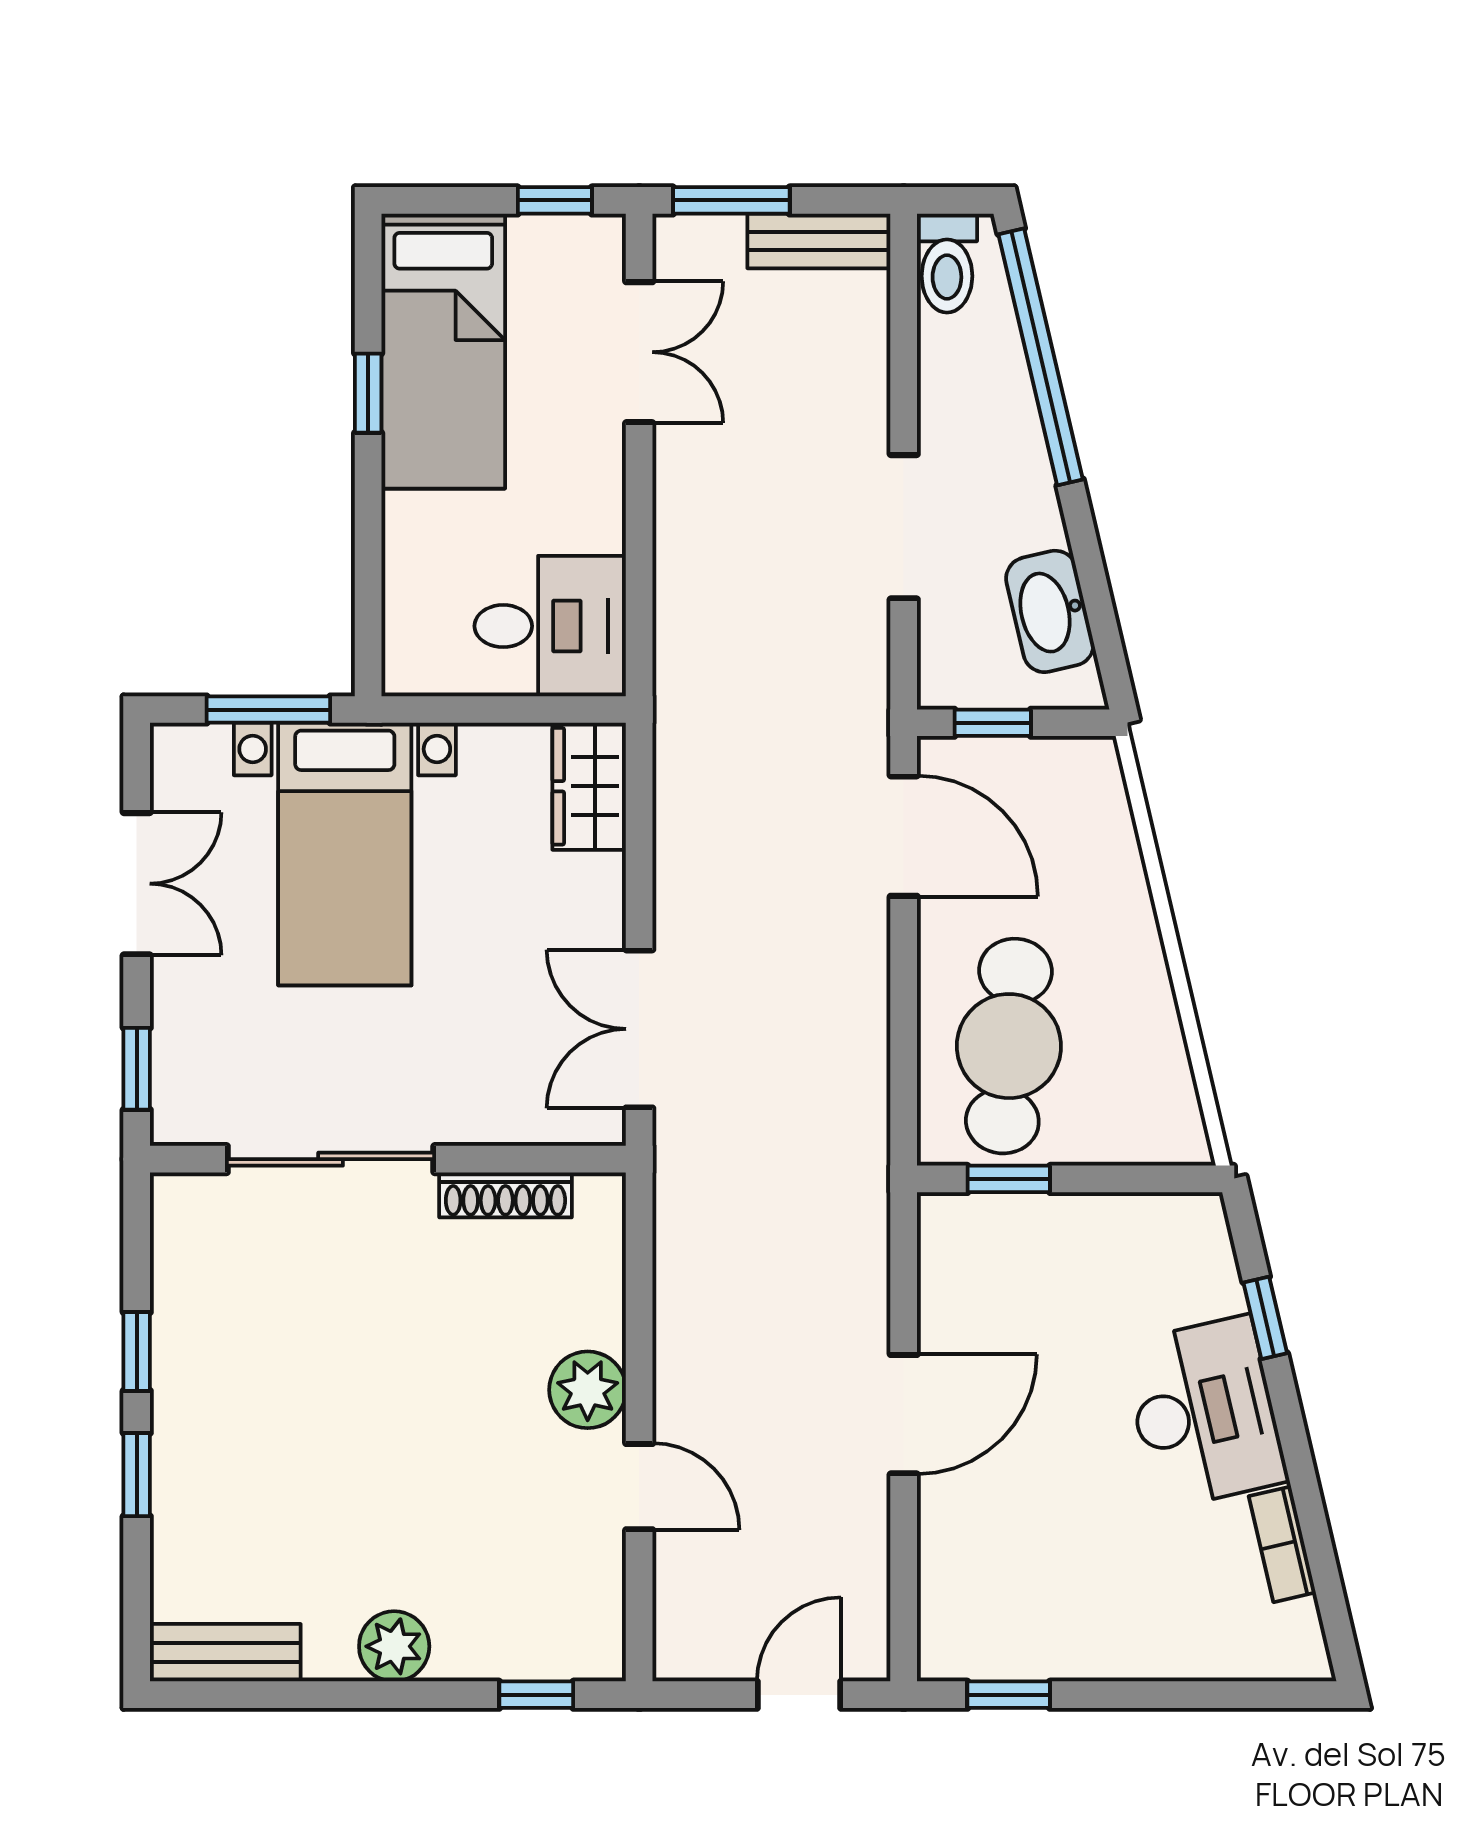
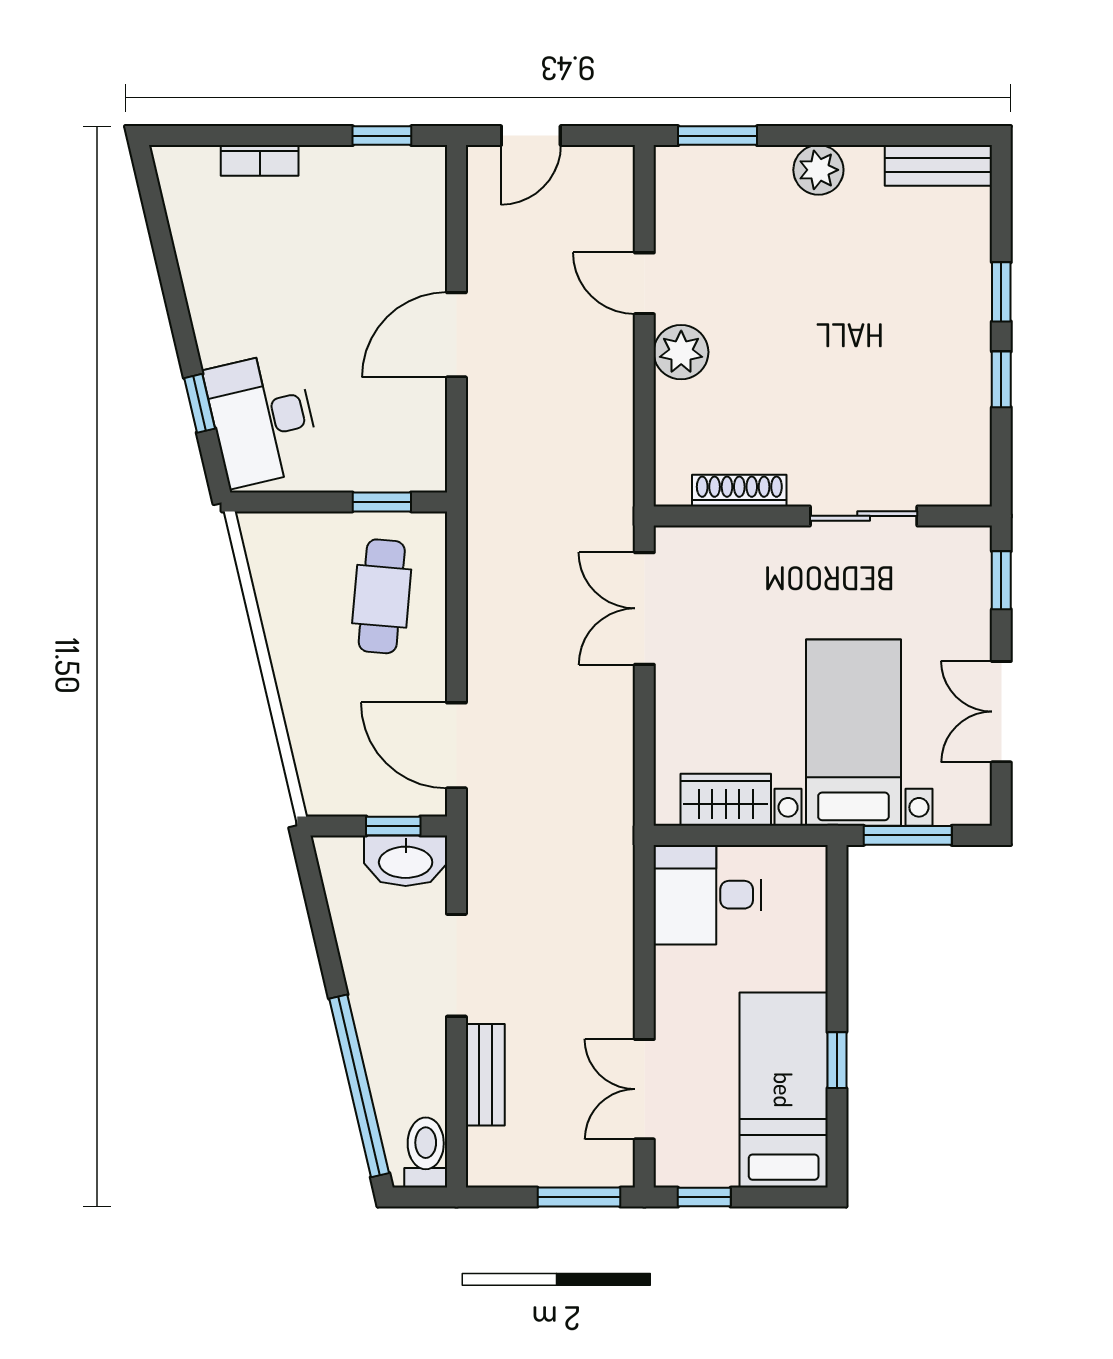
bench: (819, 241) -> (485, 1075), moved, turned 90
washbasin: (1050, 611) -> (406, 861), moved, turned 103
wardrobe: (589, 786) -> (726, 800), moved, turned -90
double door: (639, 1029) -> (644, 608), swing flipped
cafe table: (1009, 1046) -> (382, 596), width x0.73, depth x0.74
sliding door: (331, 1159) -> (864, 516), width x0.73
desk: (1204, 1413) -> (262, 419), moved
bookcase: (1282, 1544) -> (260, 160), moved, turned 103
window: (536, 1695) -> (718, 136), width x1.50

